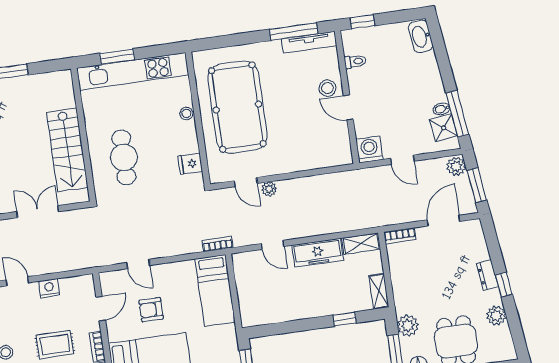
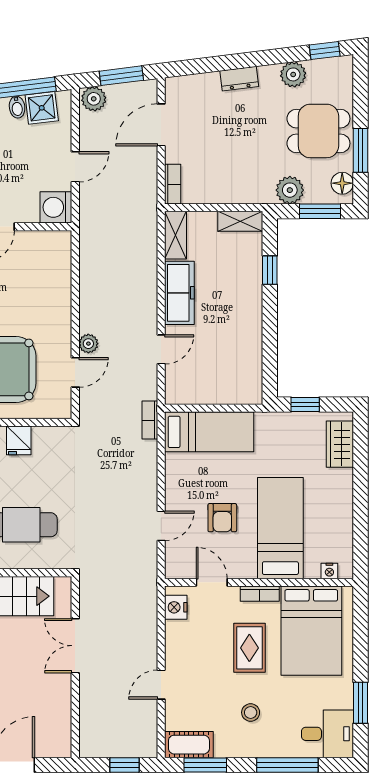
fridge: (190, 164) -> (19, 440), moved
door: (444, 221) -> (161, 125), hinge flipped
window: (504, 285) -> (325, 50), moved
nightstand: (49, 288) -> (176, 607), moved

